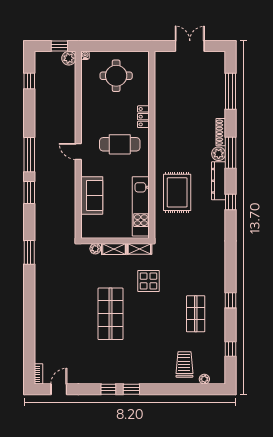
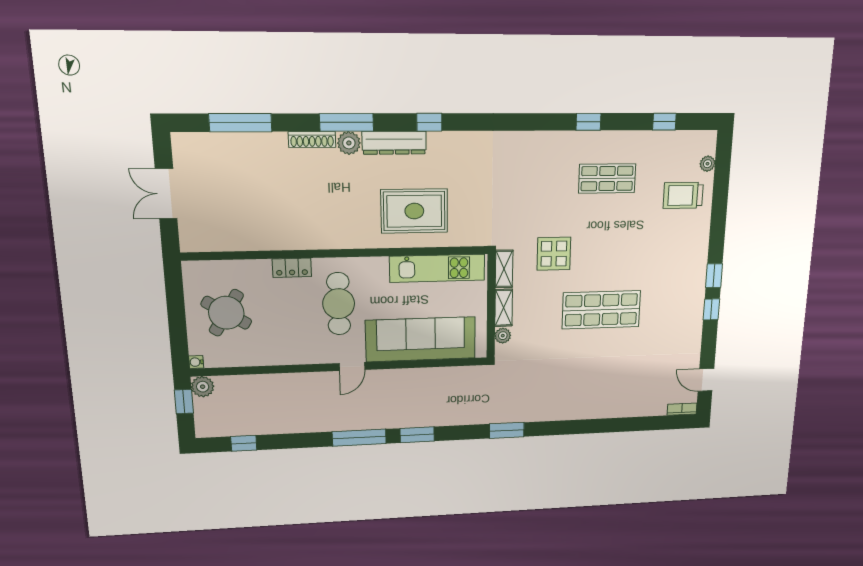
round table: (116, 76) -> (226, 313), turned 32
sofa: (92, 195) -> (421, 339), width x1.85, depth x1.27

